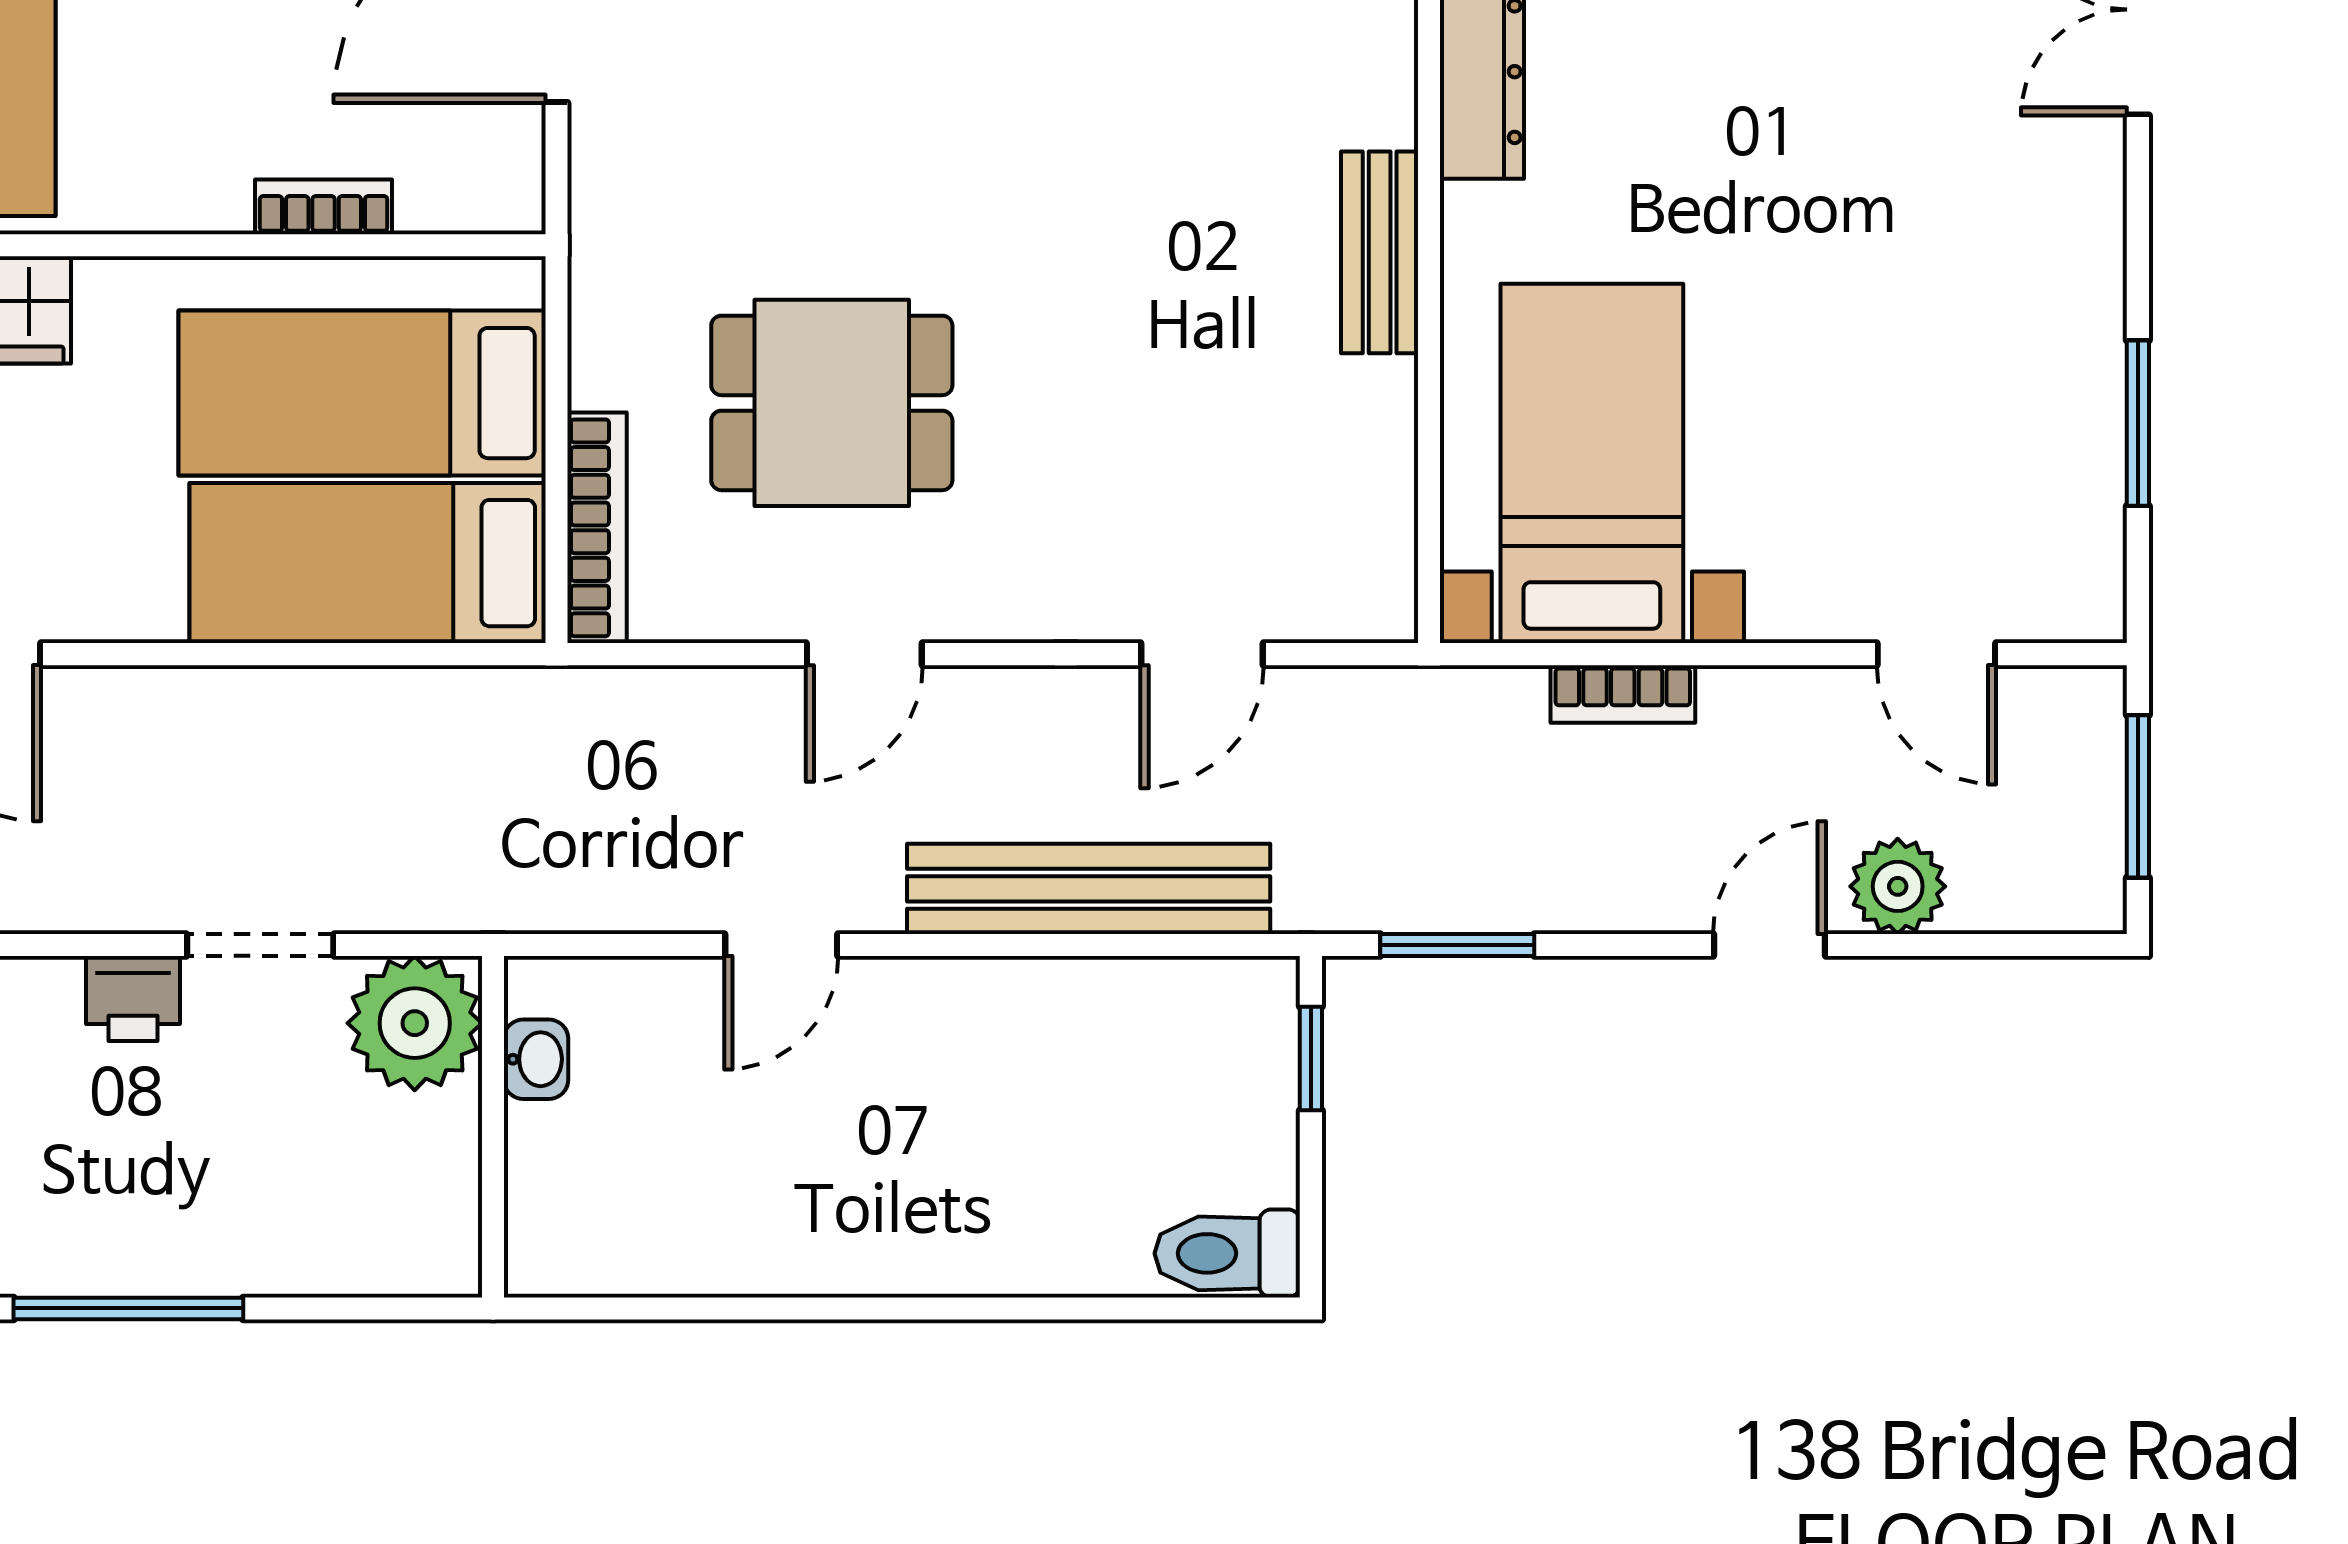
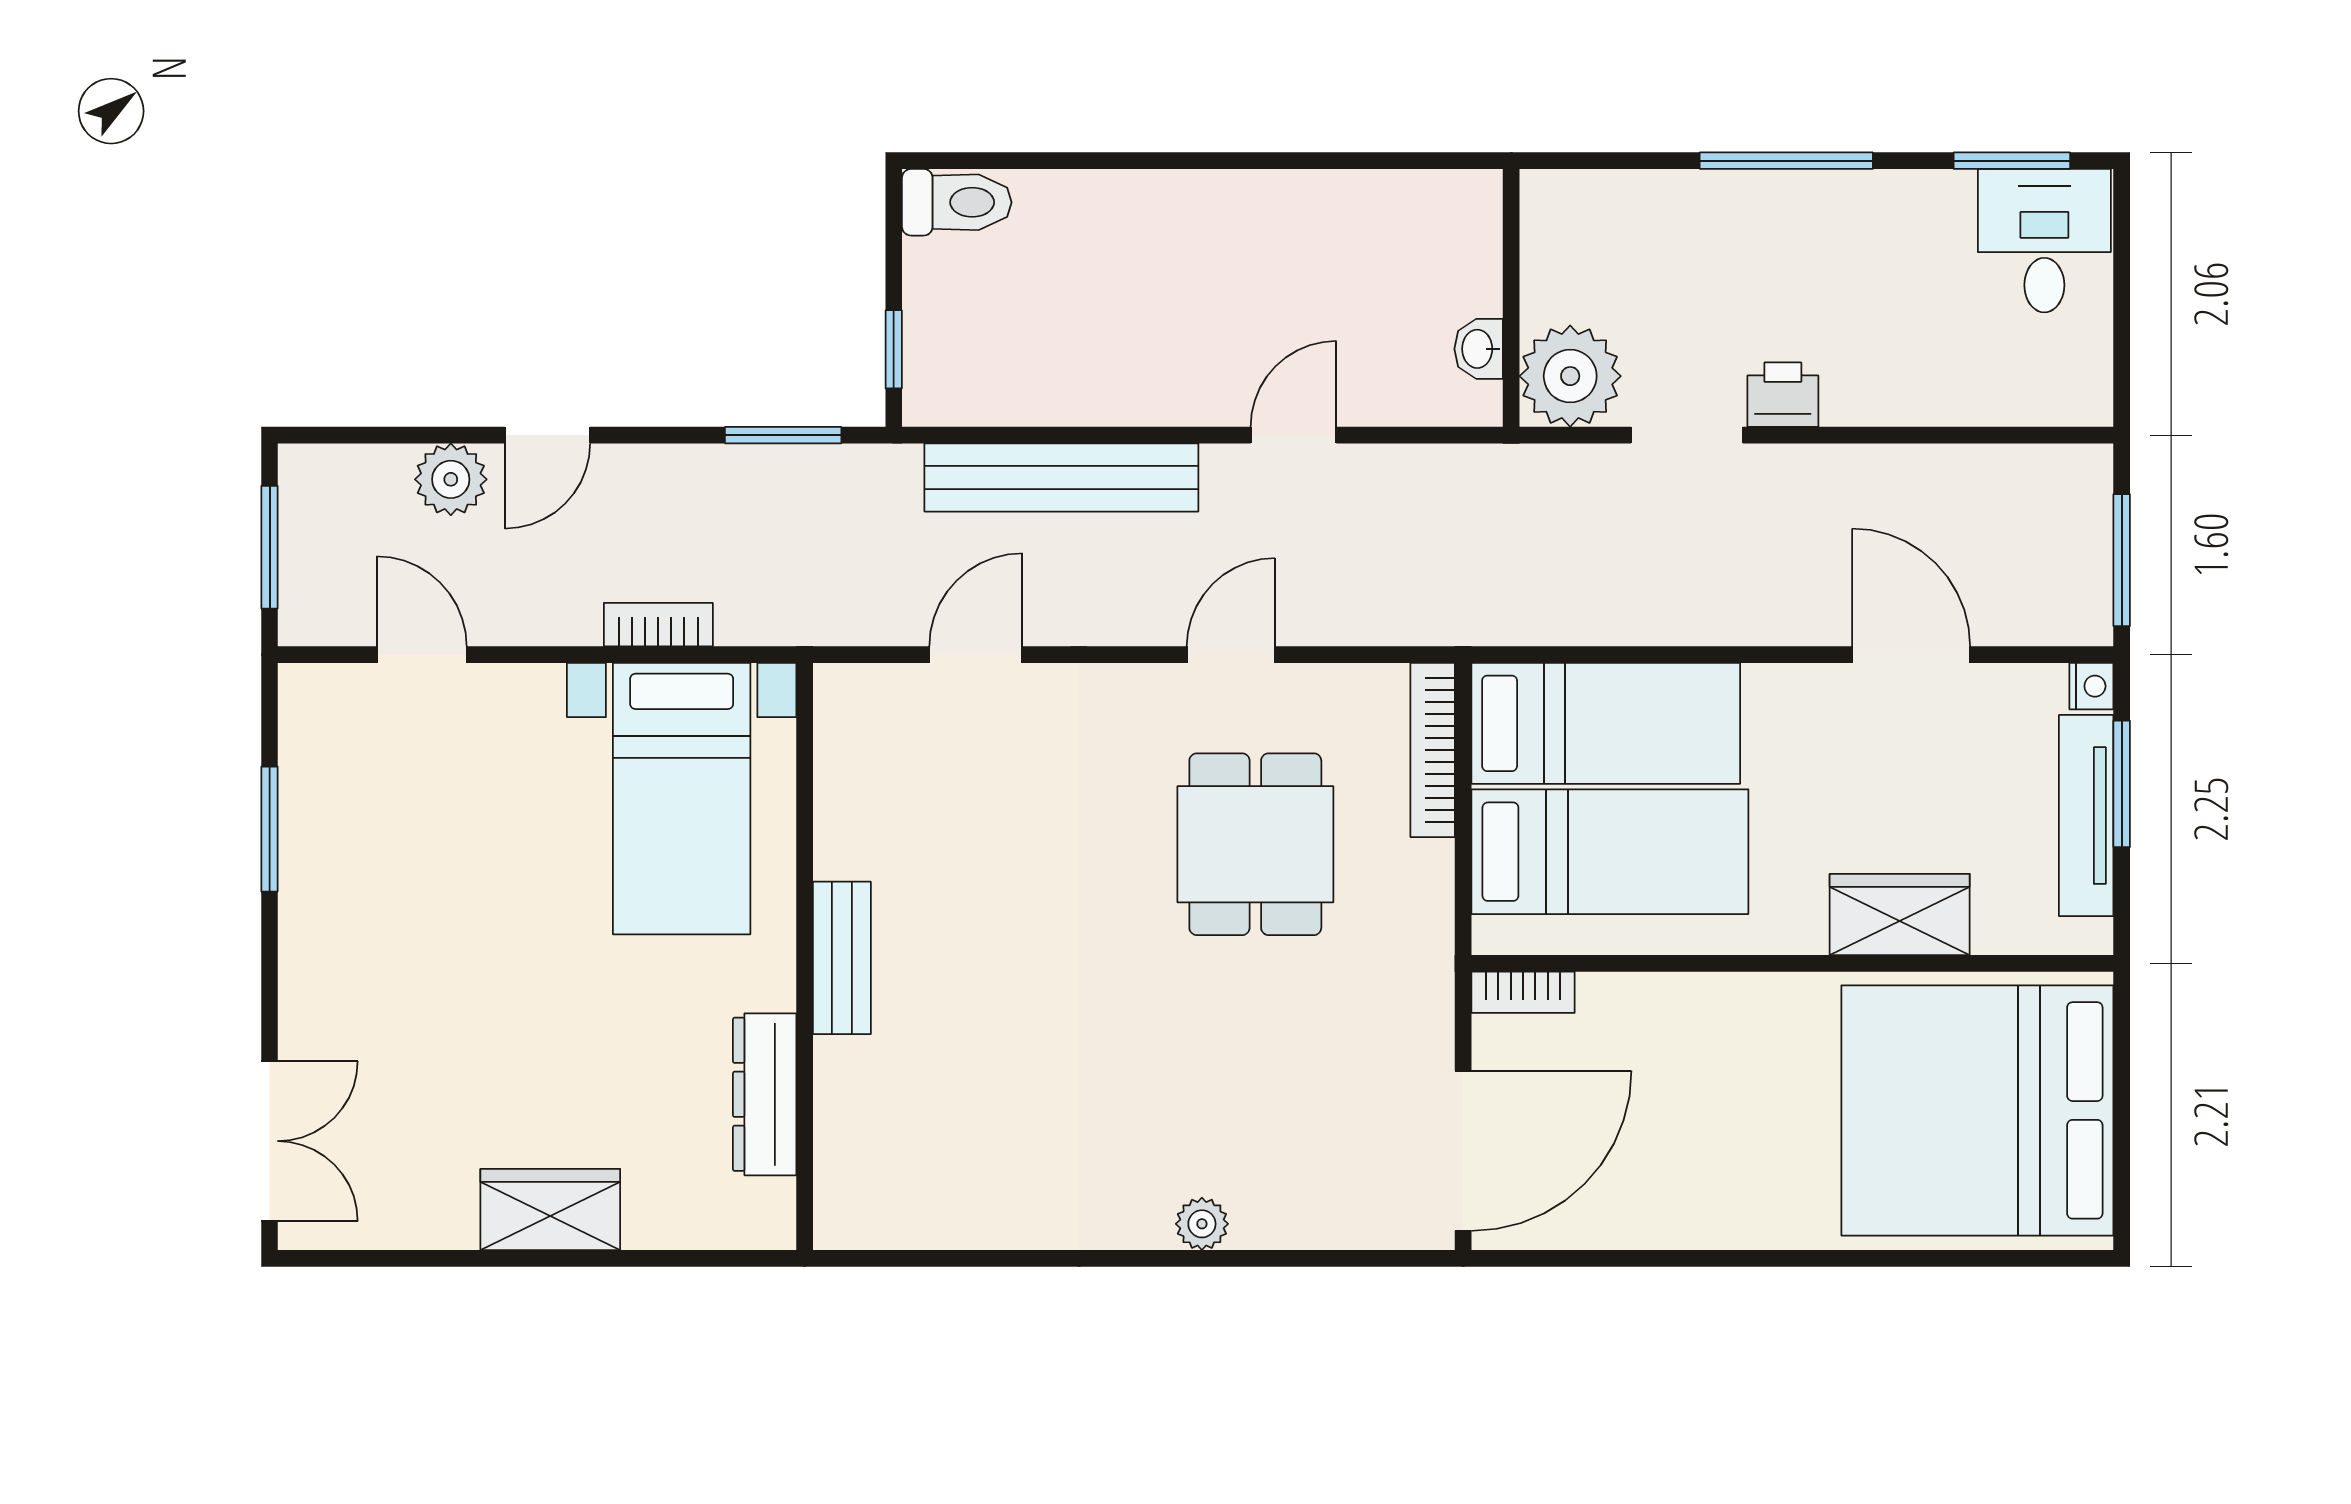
bookcase: (324, 207) -> (1523, 992), moved
dining table: (832, 403) -> (1255, 844), turned 90

